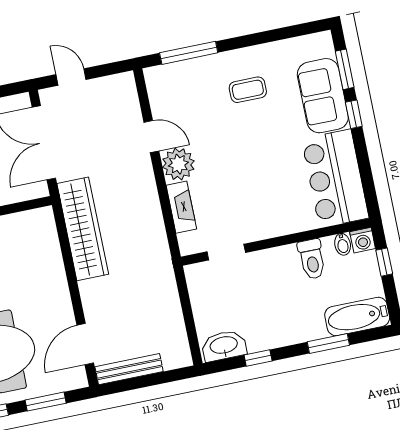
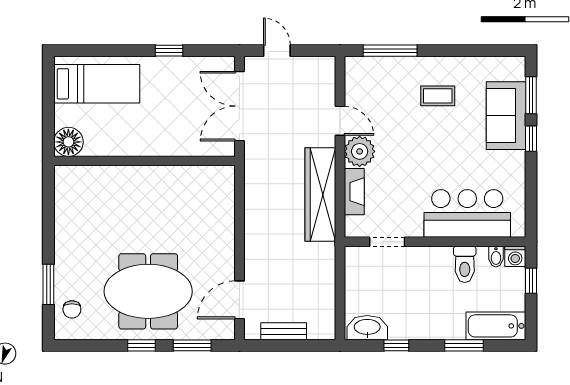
bar counter: (335, 178) -> (467, 213), moved, turned 90
wardrobe: (83, 229) -> (320, 195), moved, turned 180
bench: (129, 369) -> (284, 331), width x0.73

